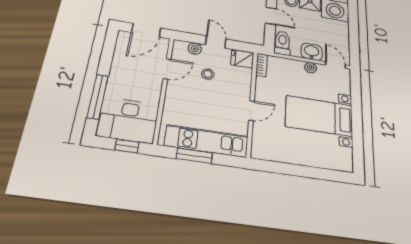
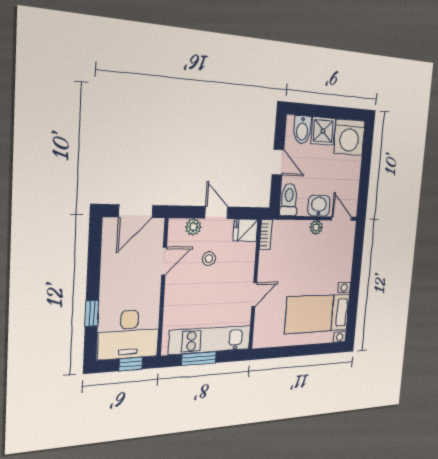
window: (98, 97) -> (92, 313), width x0.46
bed with nightstands: (319, 116) -> (318, 314), moved

